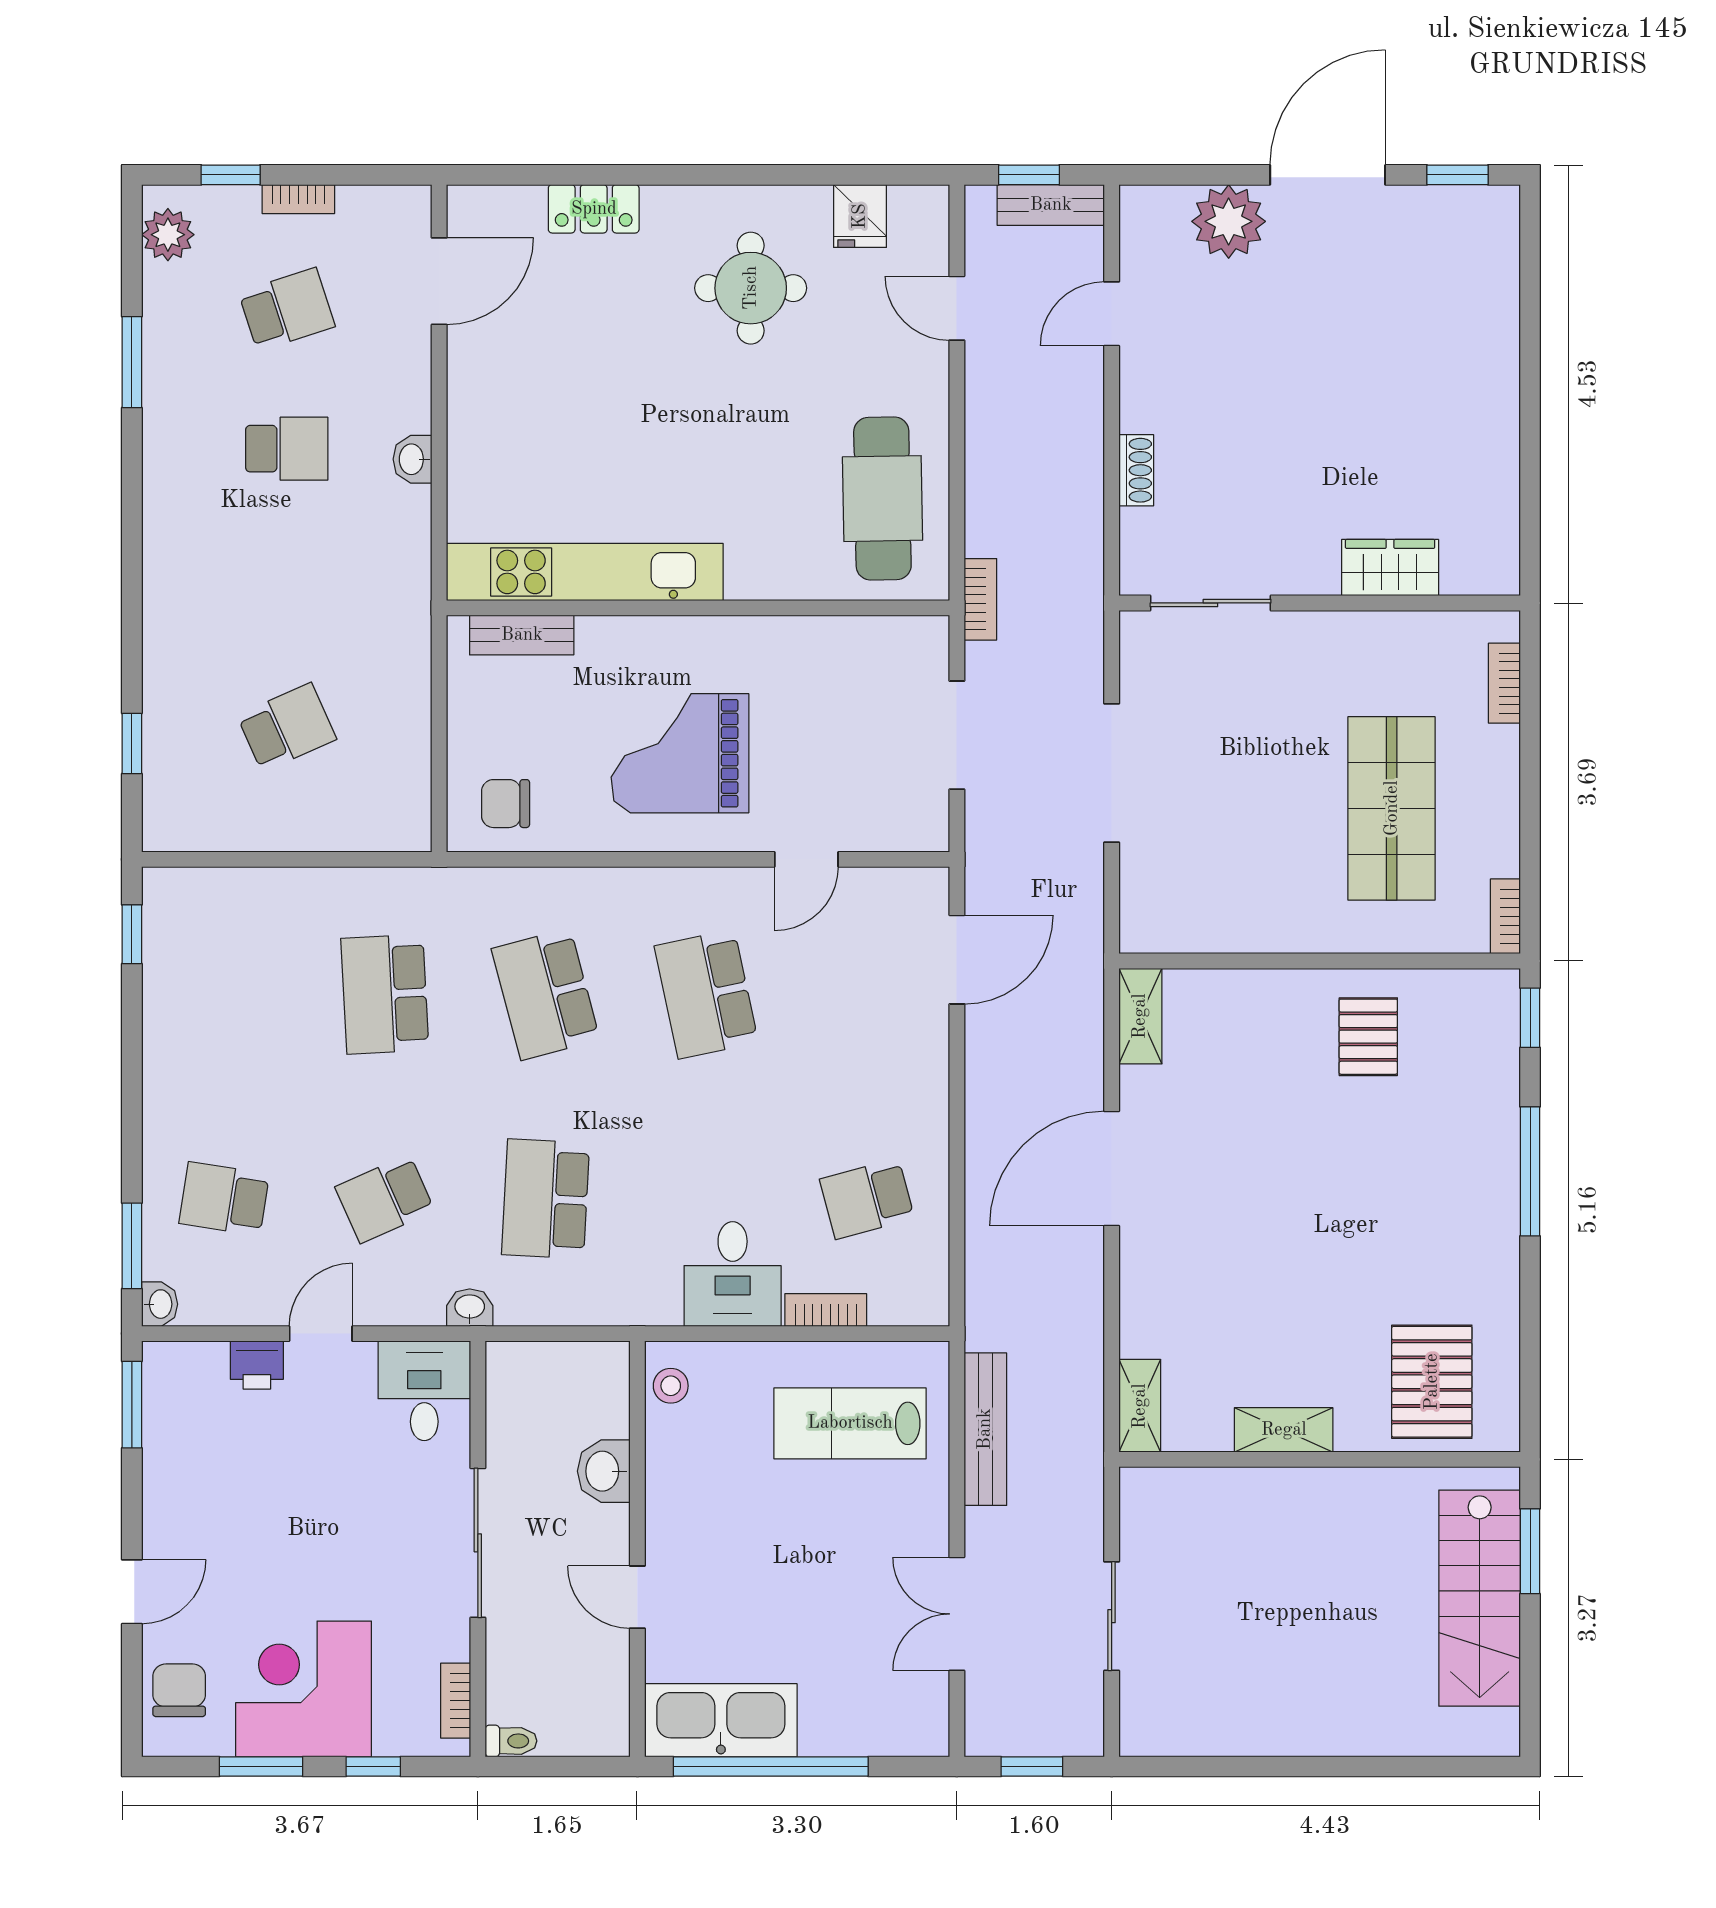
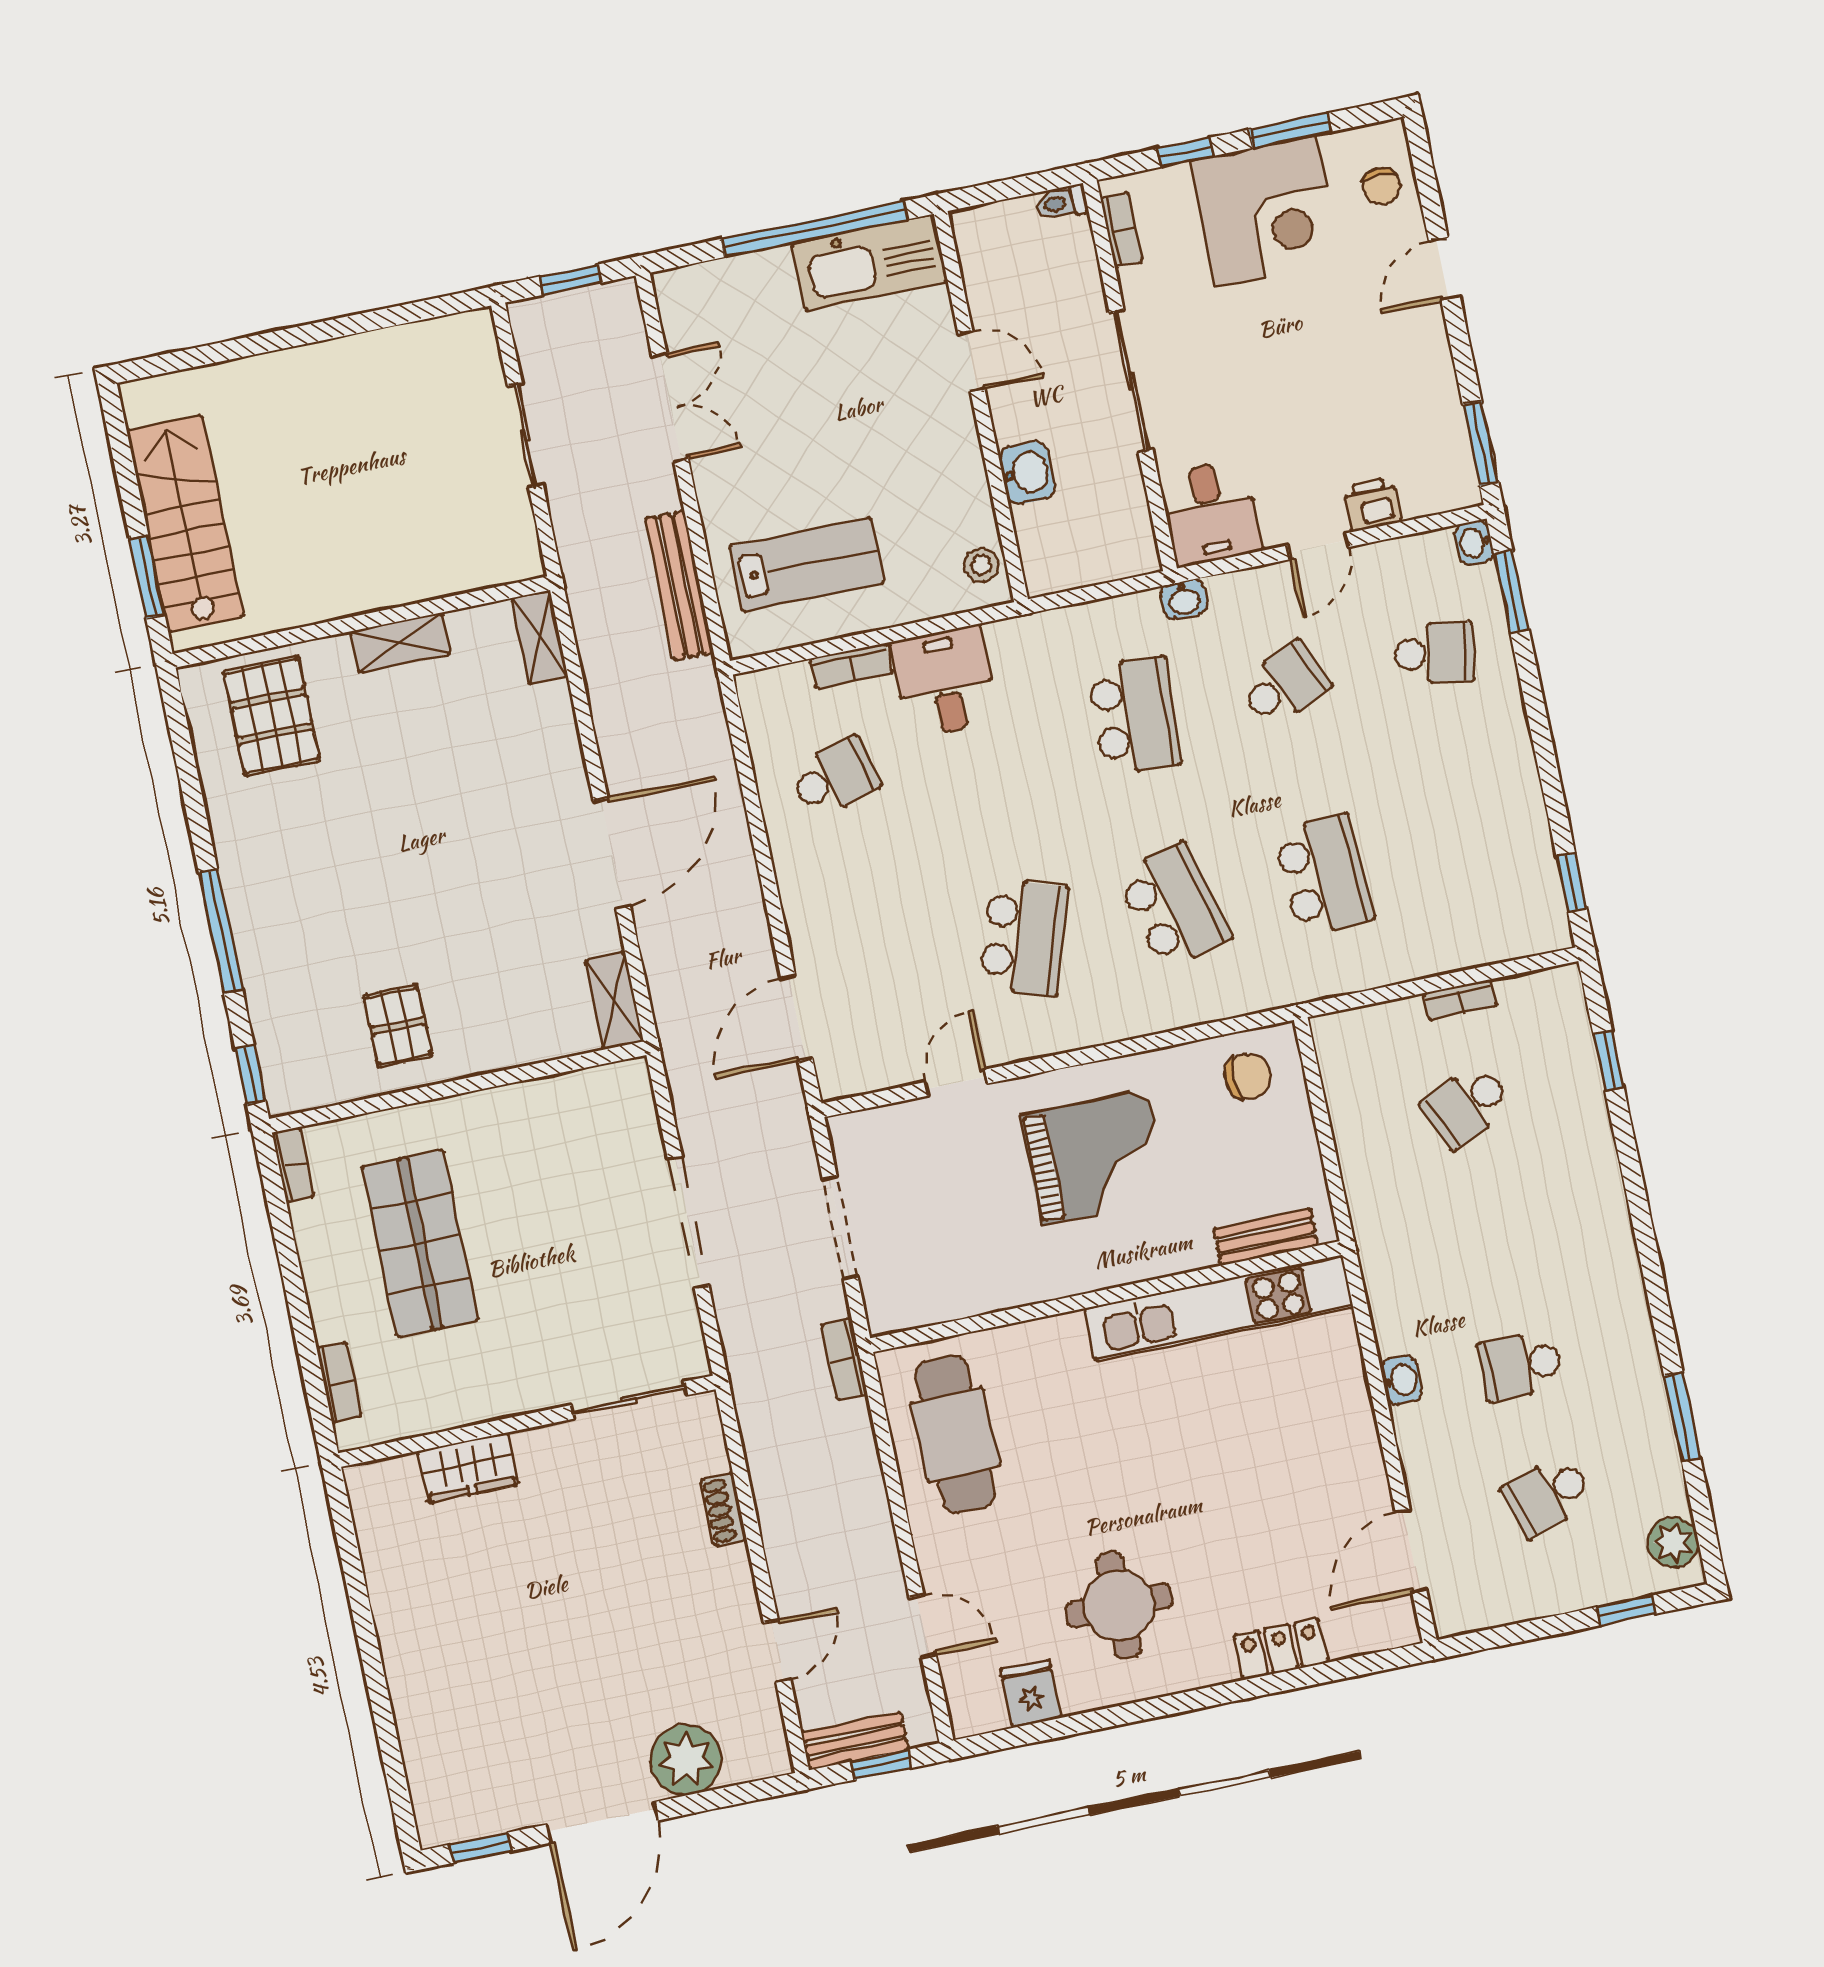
bookcase: (298, 199) -> (1460, 1000), moved, turned 180
school desk: (706, 994) -> (1024, 938), turned 30
chair: (179, 1690) -> (1381, 186), width x0.73, depth x0.73

